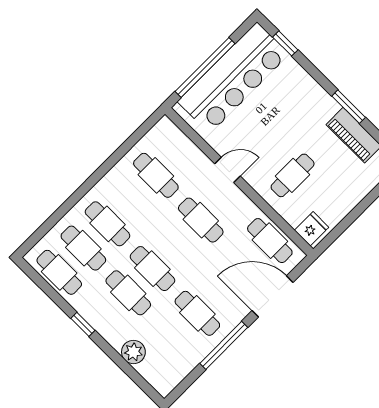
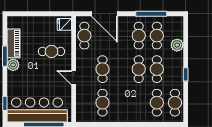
plant: (326, 106) -> (13, 65), added
cafe table: (108, 224) -> (157, 36), moved
window: (224, 345) -> (151, 14), moved

